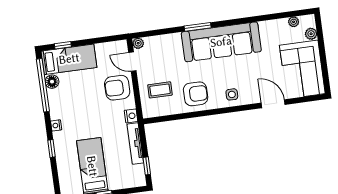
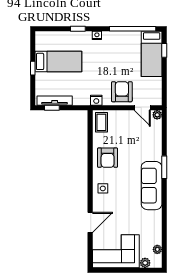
sofa: (221, 42) -> (152, 186), width x0.74, depth x0.79
door: (132, 62) -> (142, 108), swing flipped
floor lamp: (52, 82) -> (135, 37), removed
coffee table: (160, 90) -> (101, 122), moved
tv unit: (135, 144) -> (55, 101), moved

